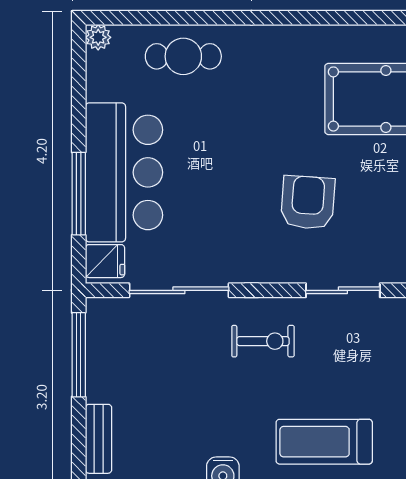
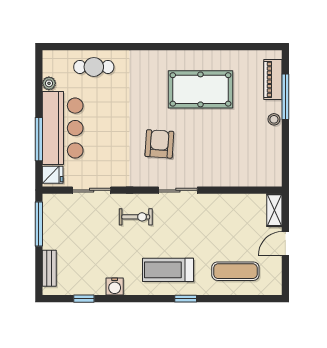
plant: (98, 37) -> (49, 83), moved
sliding door: (179, 290) -> (92, 190), width x0.73

